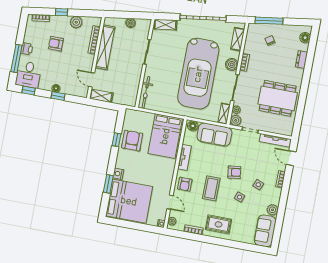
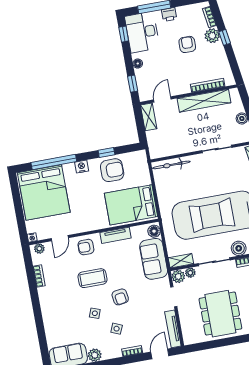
plant: (76, 22) -> (212, 36), moved
desk: (28, 75) -> (142, 32), width x1.37
window: (58, 96) -> (133, 84), moved
nightstand: (118, 174) -> (82, 167), moved
window: (108, 184) -> (54, 162), width x2.11
rug: (218, 224) -> (56, 301), removed

